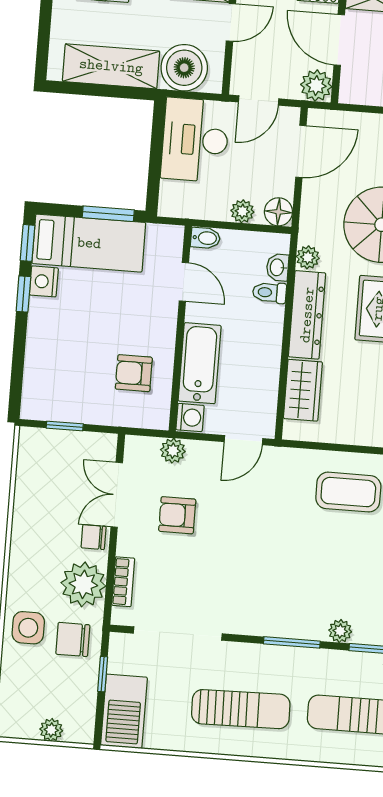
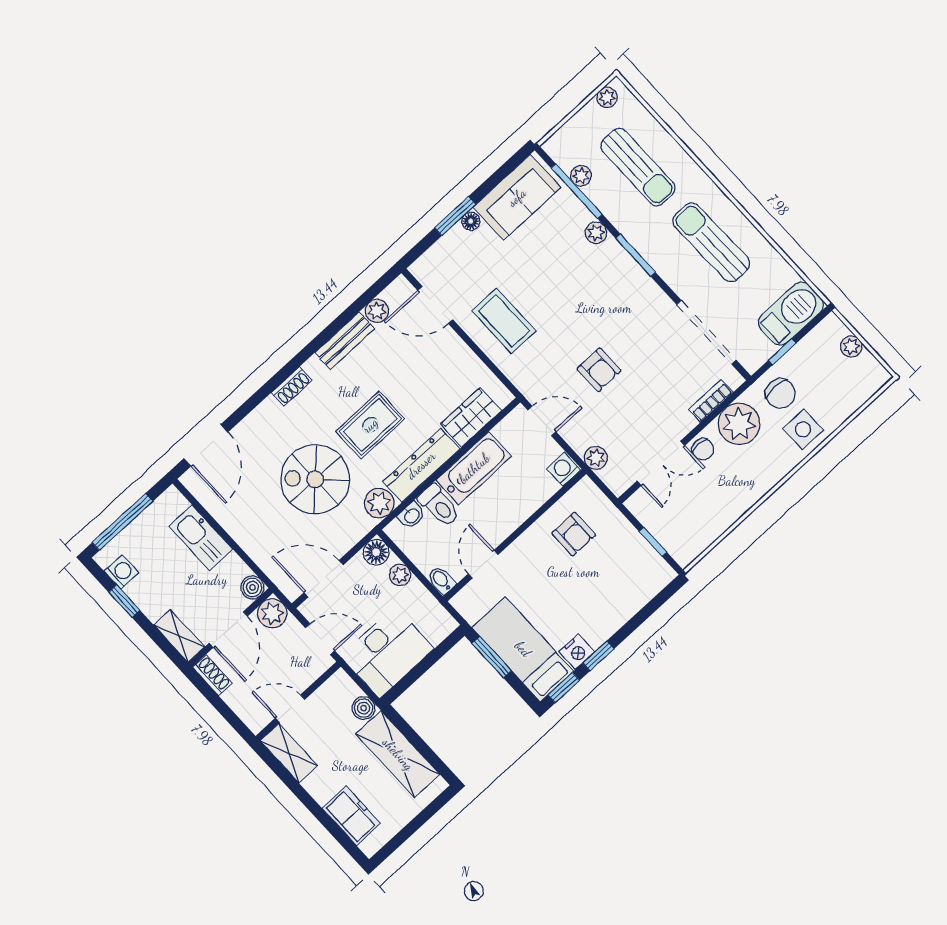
boiler: (184, 68) -> (364, 708), width x0.54, depth x0.54
boiler: (351, 92) -> (252, 587), added
plant: (308, 257) -> (379, 503), width x1.38, depth x1.38
toilet: (270, 293) -> (439, 506), width x1.37, depth x1.39
bathtub: (200, 363) -> (474, 468), moved, turned 180
armchair: (177, 515) -> (599, 370), moved

